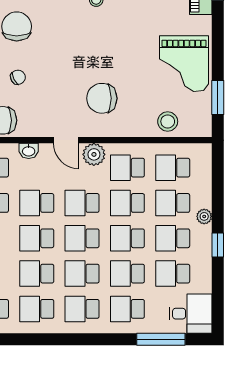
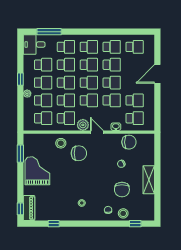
stool: (168, 121) -> (61, 143), moved

